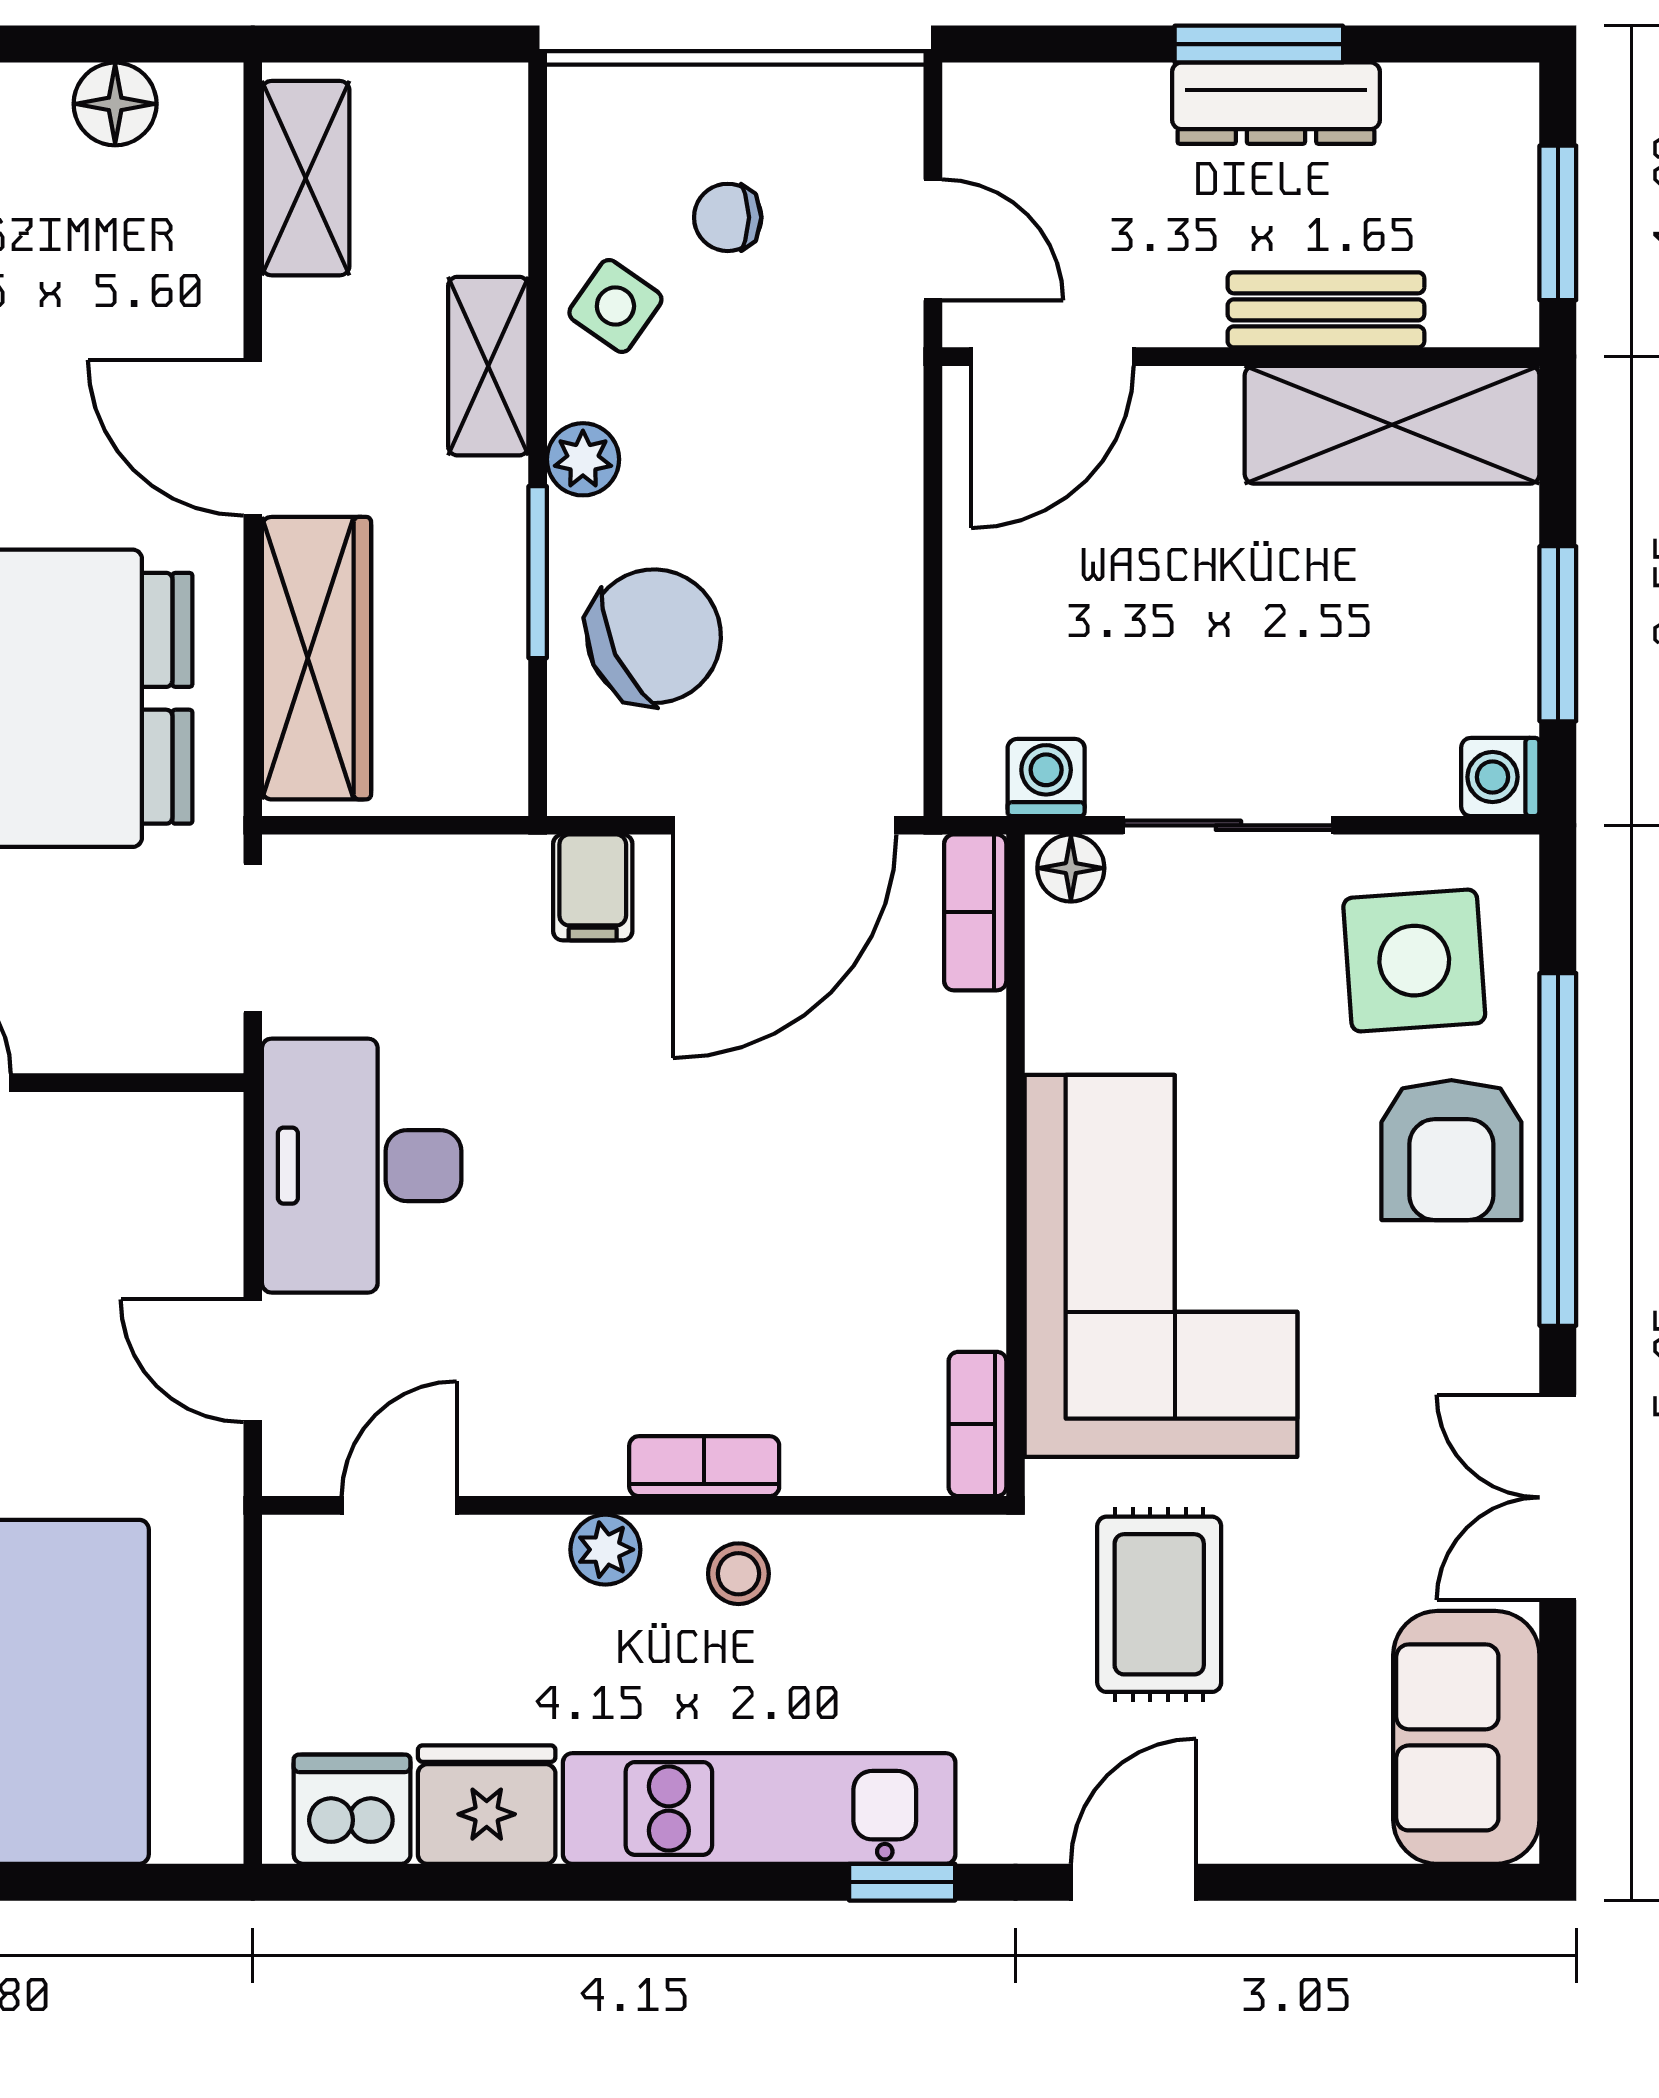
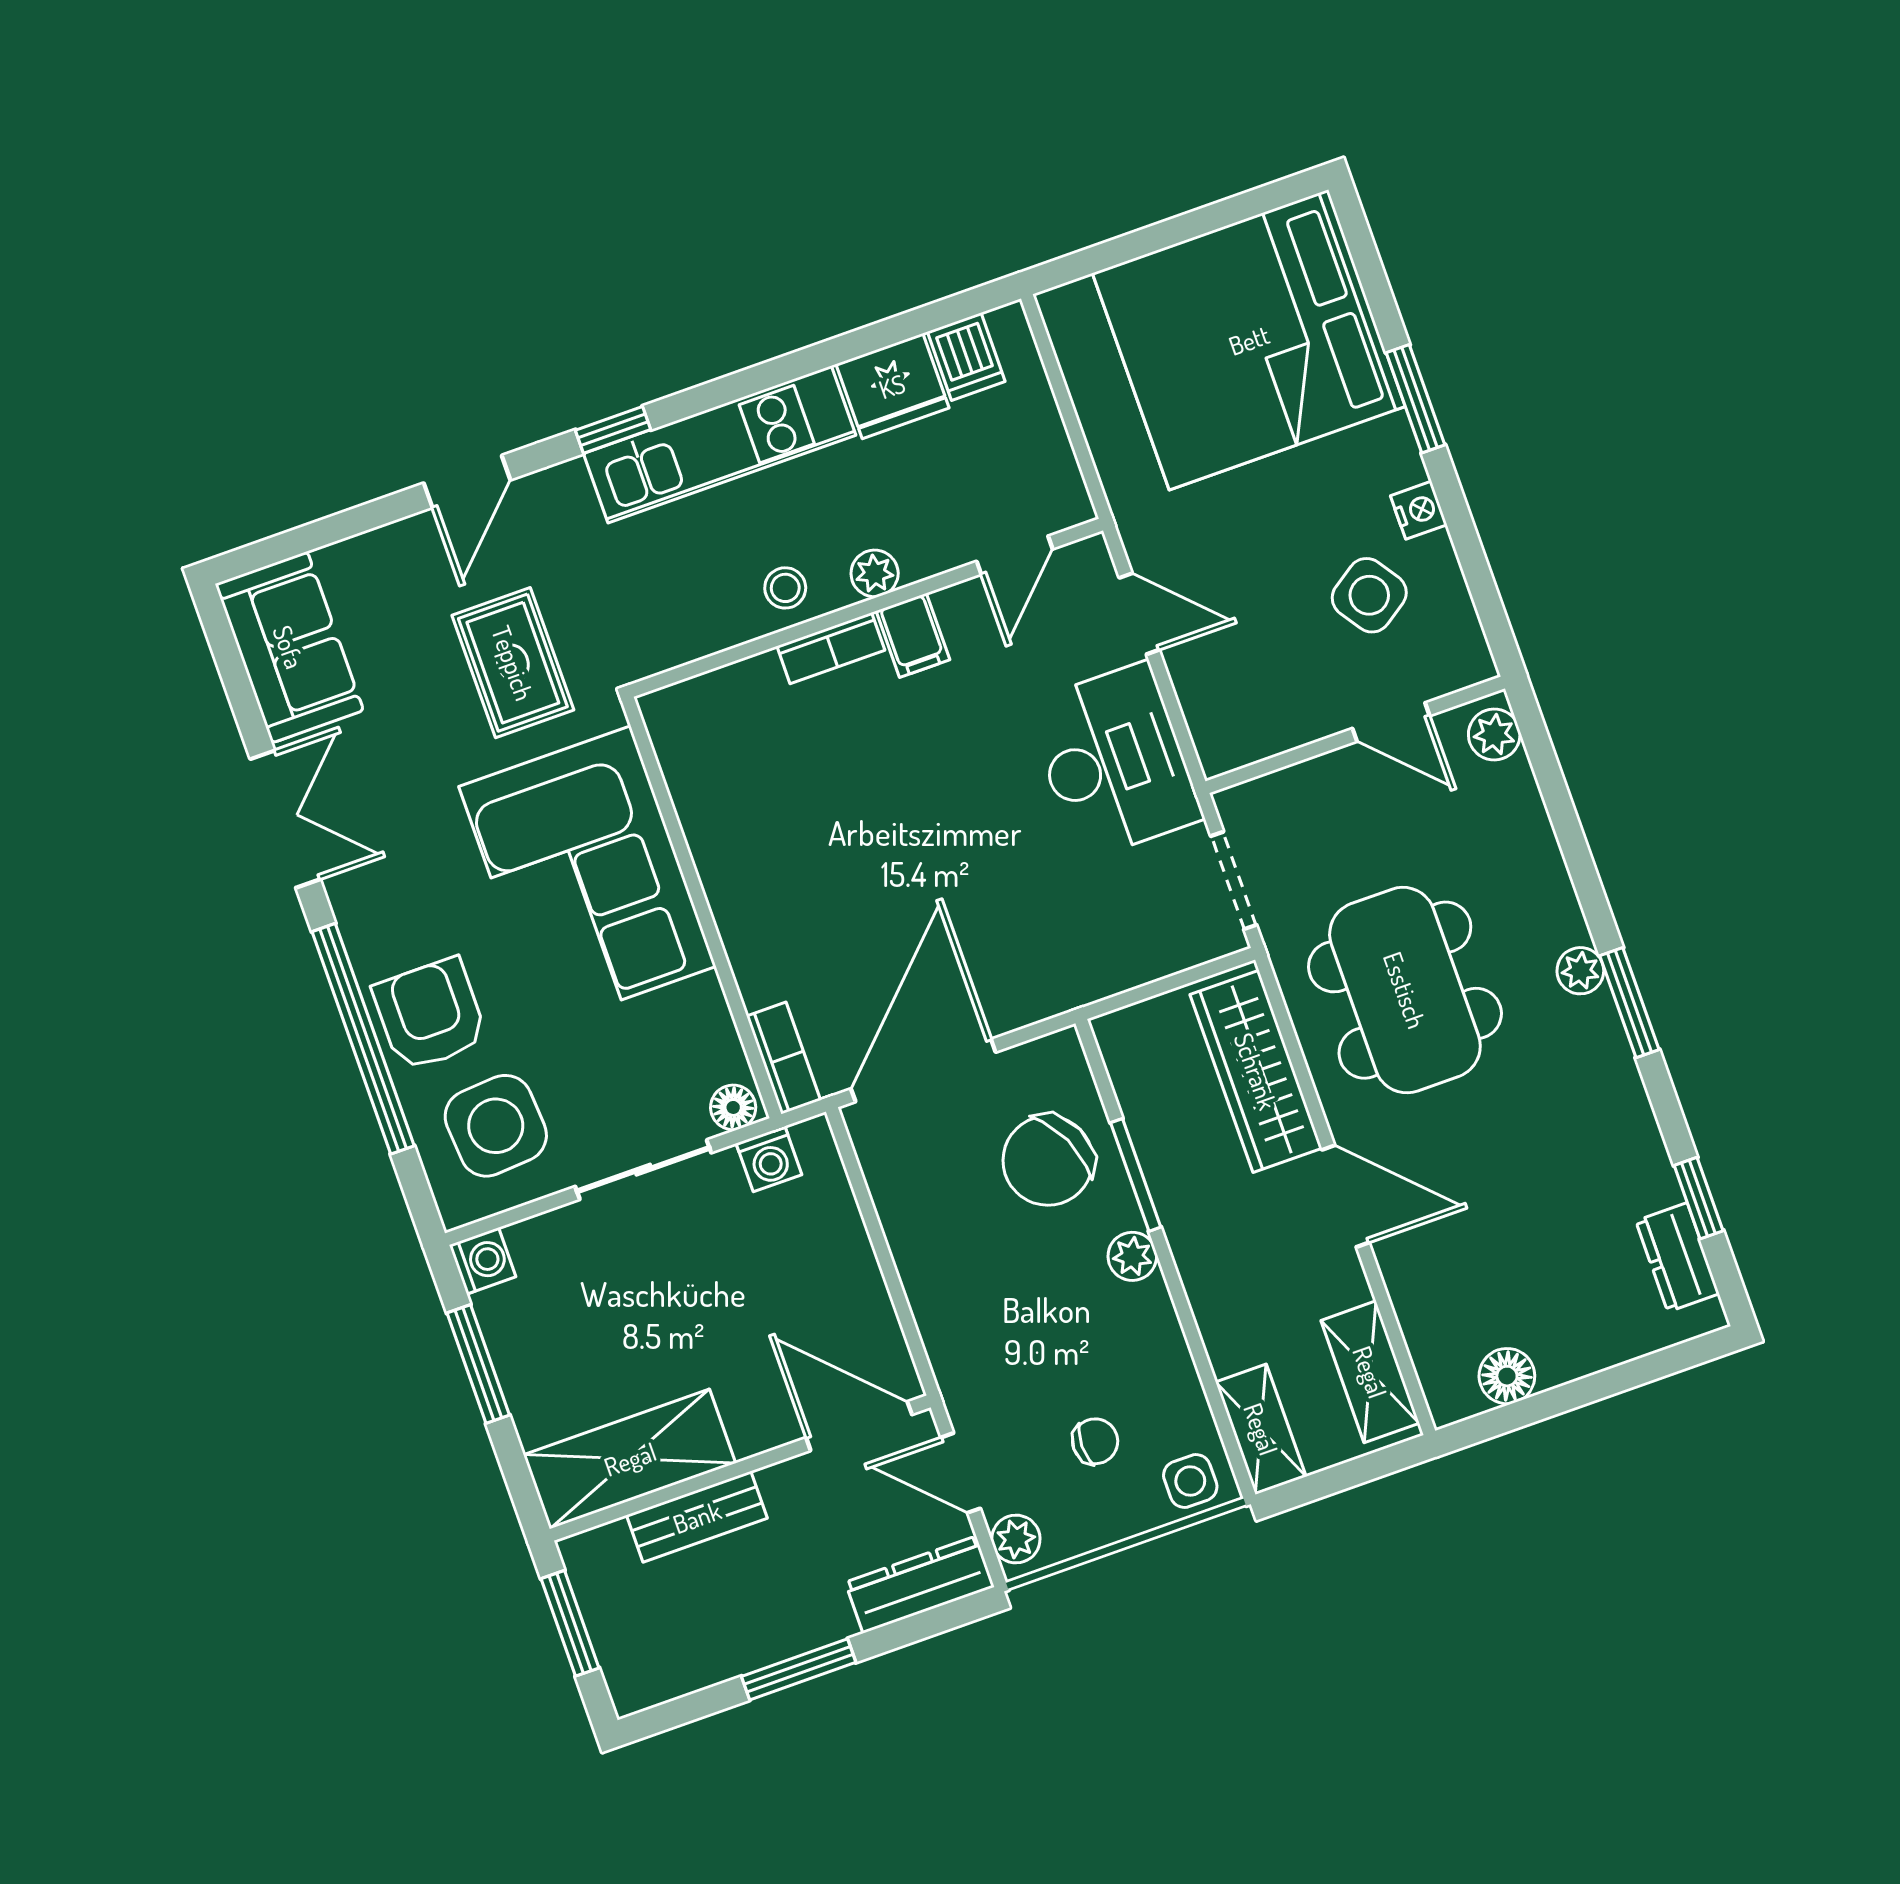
dresser: (1276, 103) -> (920, 1585), moved
plant: (888, 119) -> (1016, 1539), added
side table: (615, 306) -> (1190, 1481), moved, turned -35
door: (1052, 357) -> (859, 1426), hinge flipped
shelving: (488, 366) -> (1261, 1429), moved
filing cabinet: (593, 887) -> (913, 635), moved, turned 180
bookcase: (977, 1424) -> (668, 736), removed
dishwasher: (352, 1809) -> (966, 357), width x0.73

